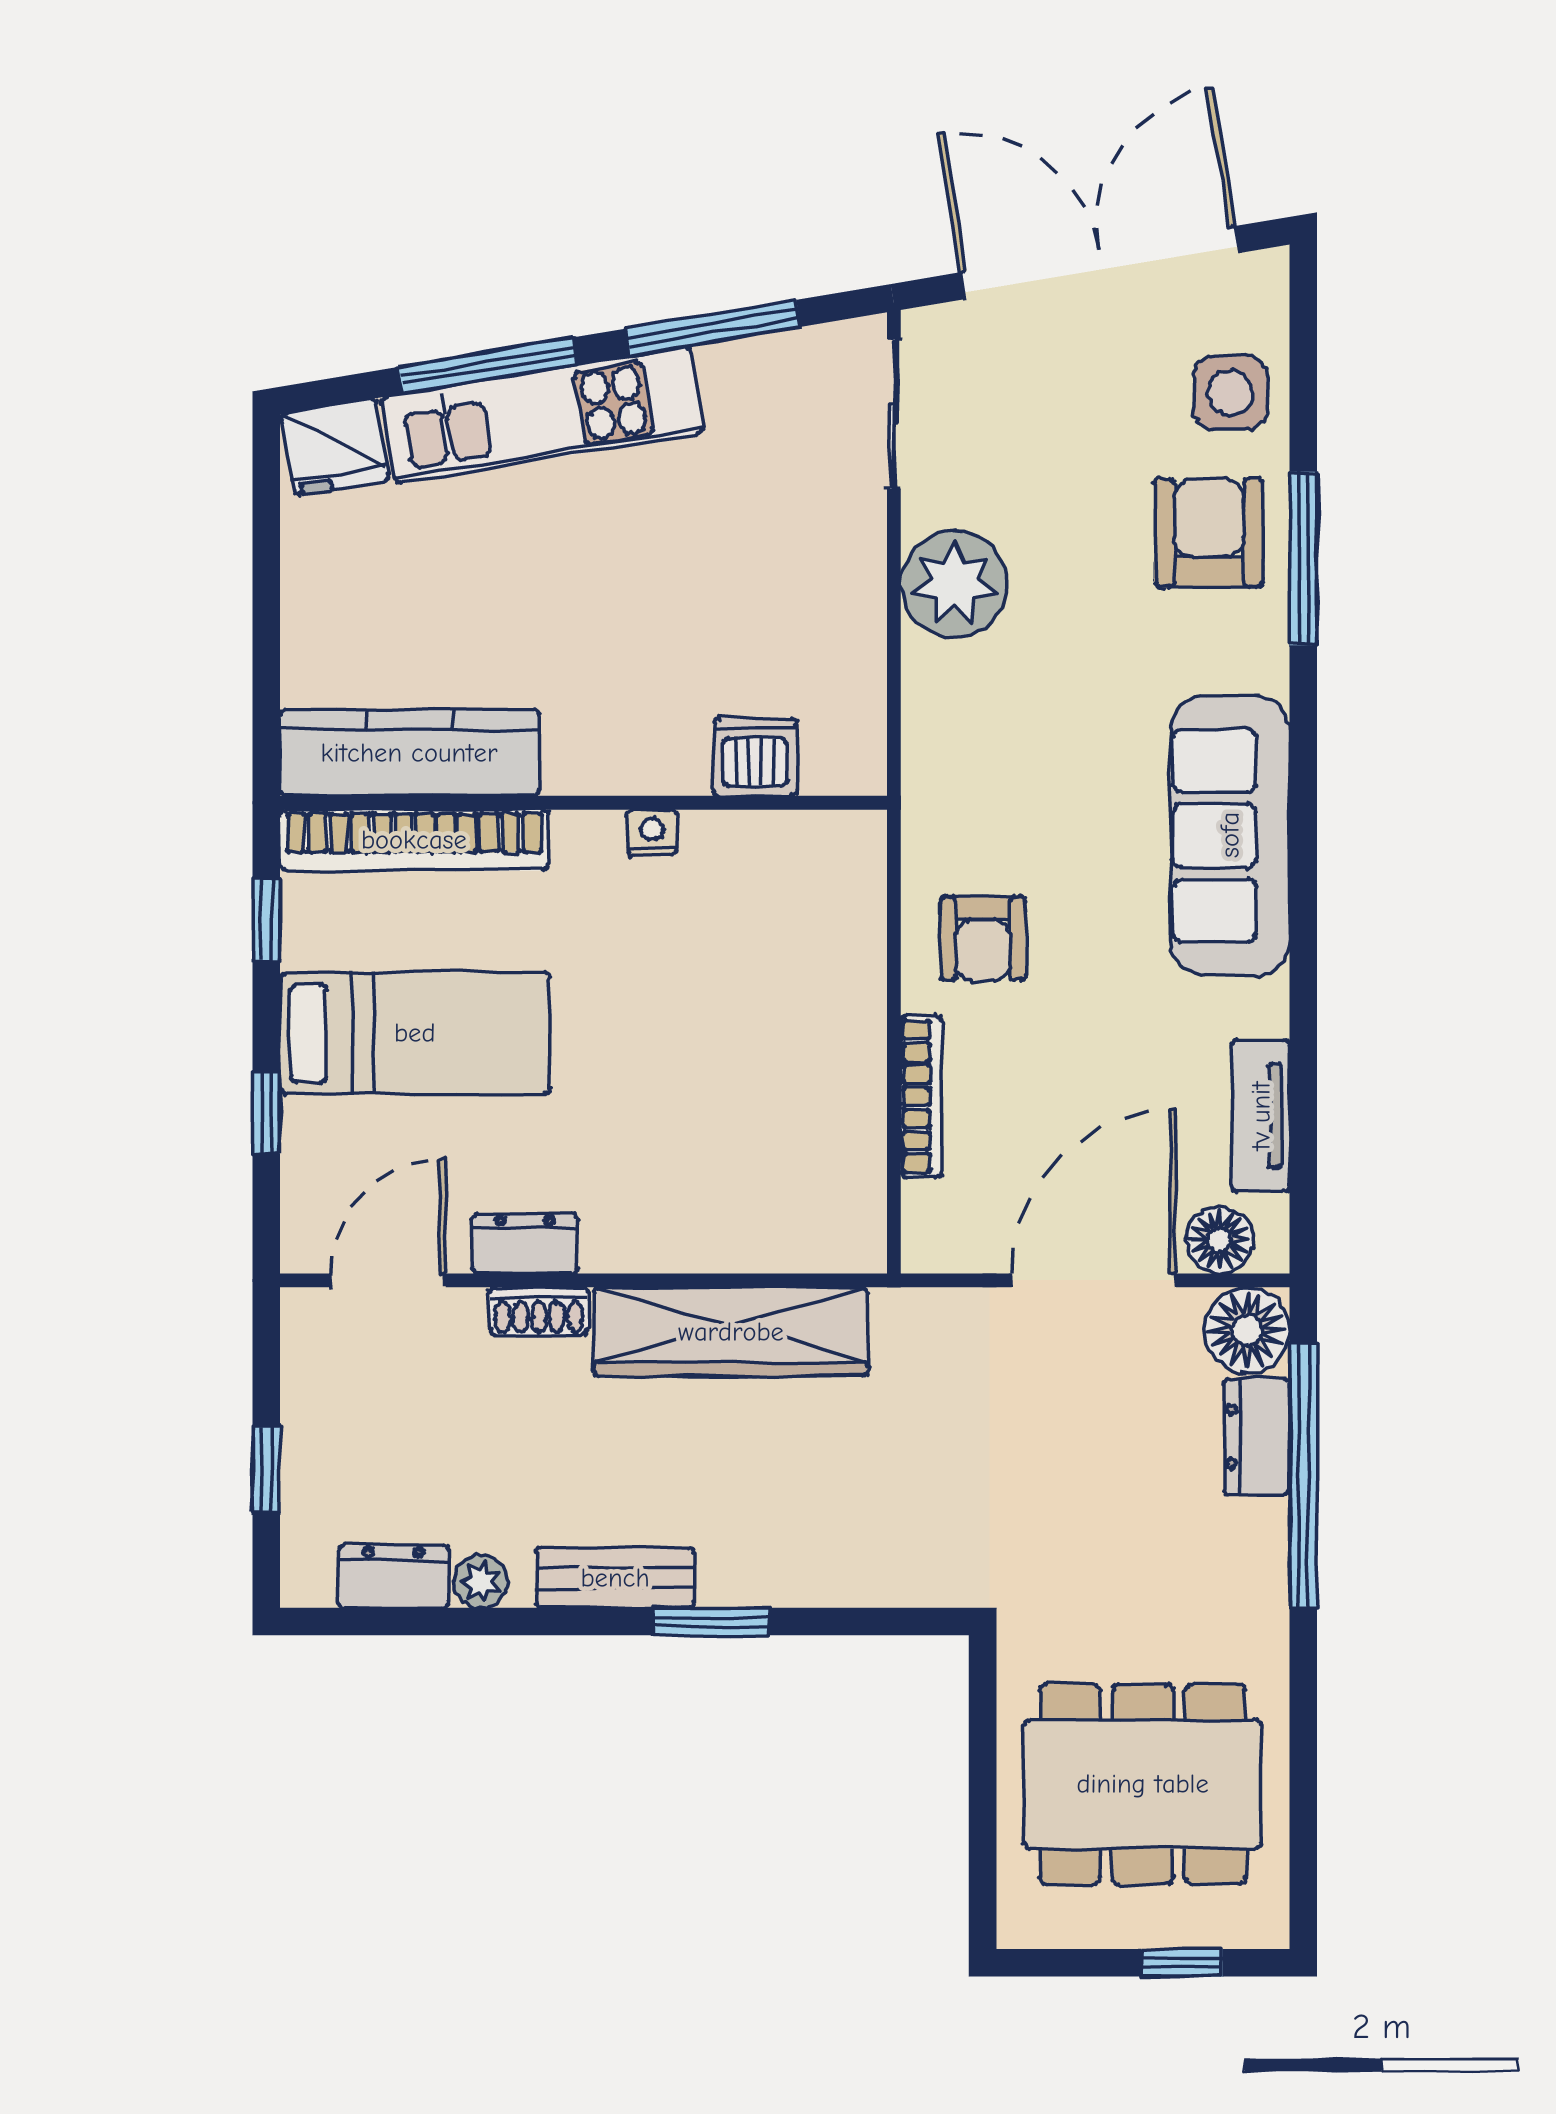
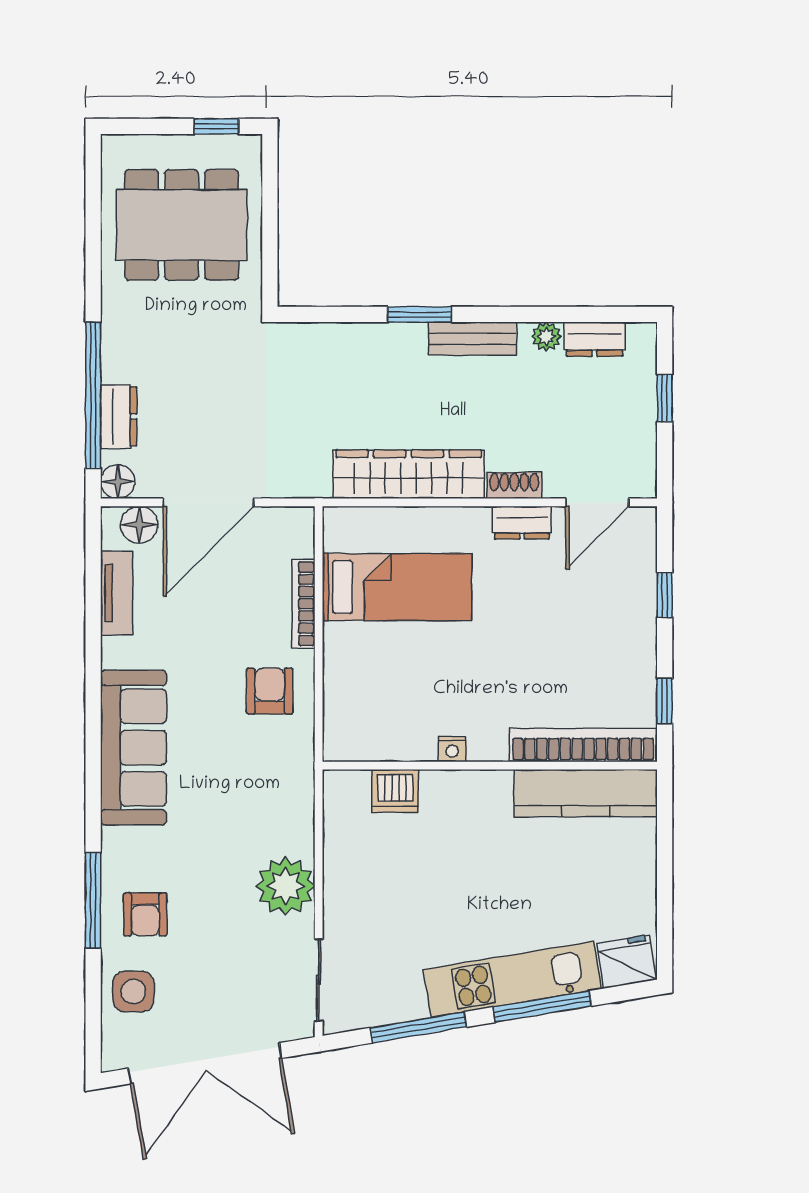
armchair: (1209, 533) -> (145, 914), width x0.72, depth x0.72
bed: (415, 1033) -> (397, 587), moved, turned 180
floor lamp: (1247, 1330) -> (118, 482), width x0.73, depth x0.73
window: (1182, 1963) -> (216, 126), moved

